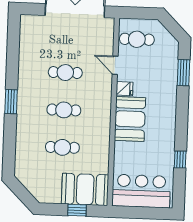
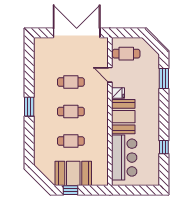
booth: (85, 189) -> (73, 173), moved
bar counter: (141, 191) -> (124, 158), moved, turned 90
window: (77, 210) -> (71, 190), moved

